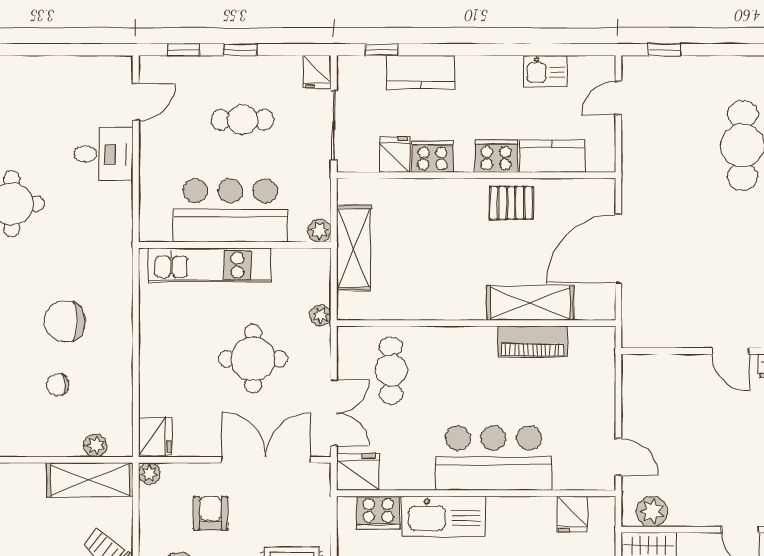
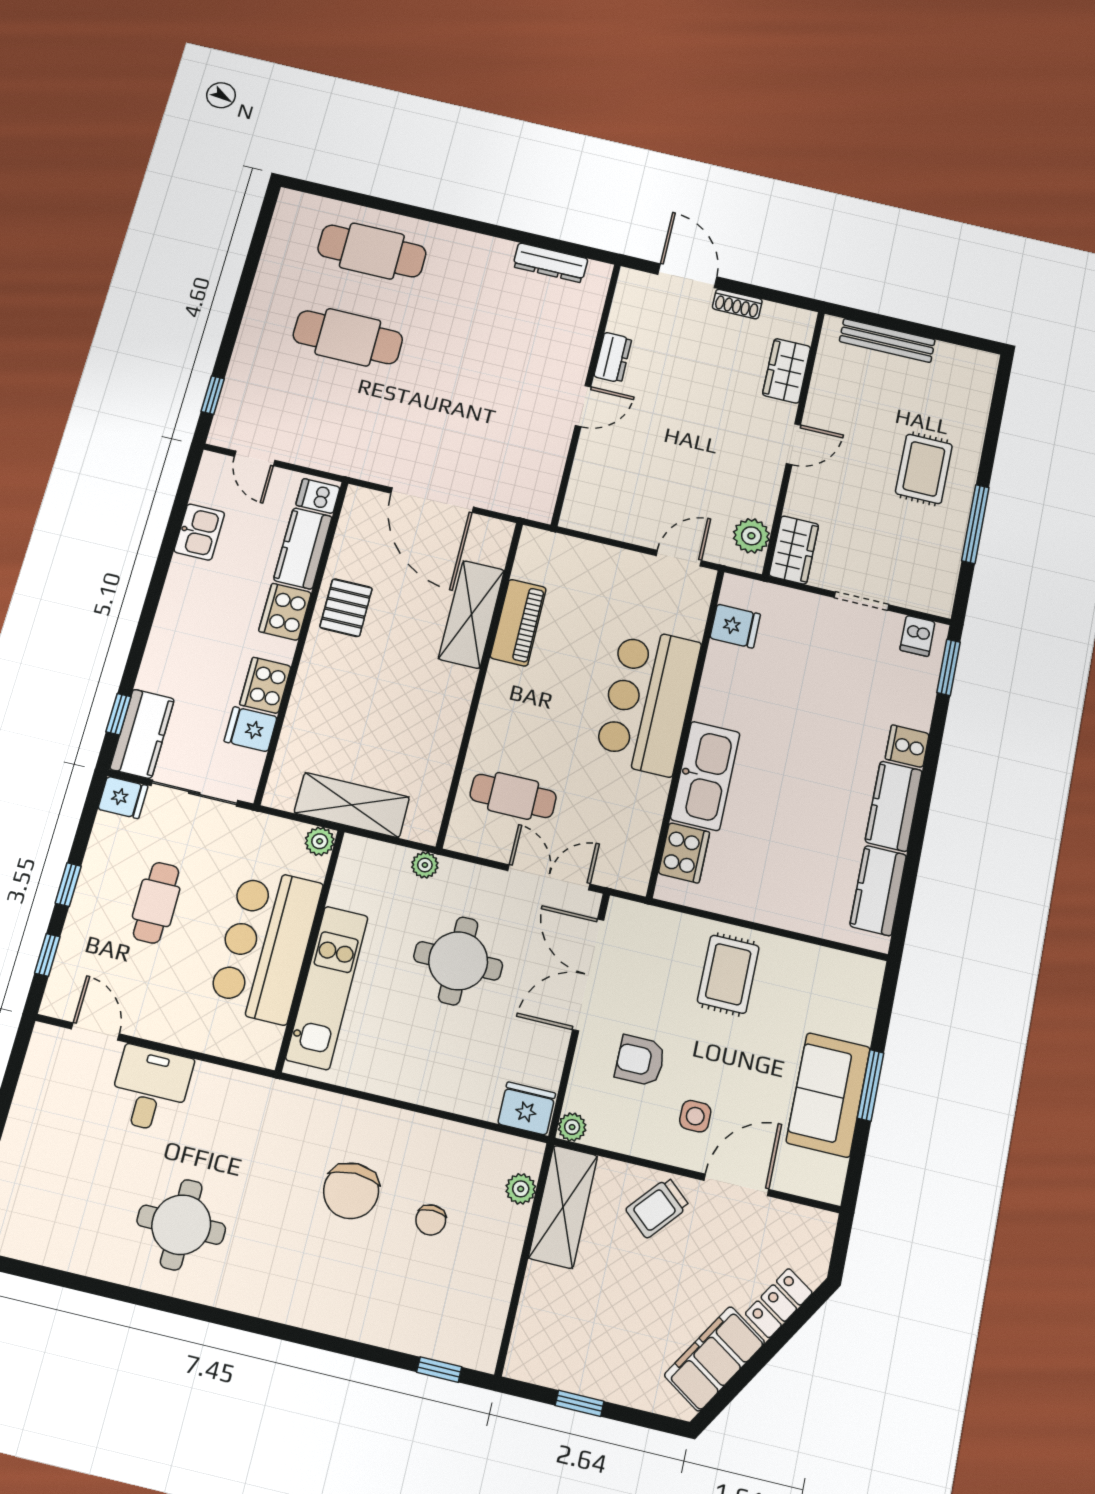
kitchen counter: (421, 72) -> (142, 734), moved
dishwasher: (599, 157) -> (318, 496), added
fridge: (358, 472) -> (629, 865), removed

